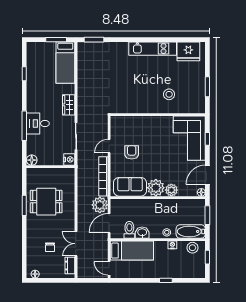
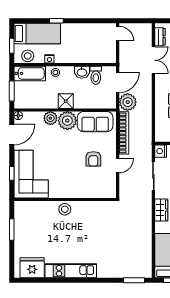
stool: (169, 94) -> (65, 209), moved
shower: (157, 206) -> (66, 101), added
bed: (132, 251) -> (37, 34), moved, turned 180

